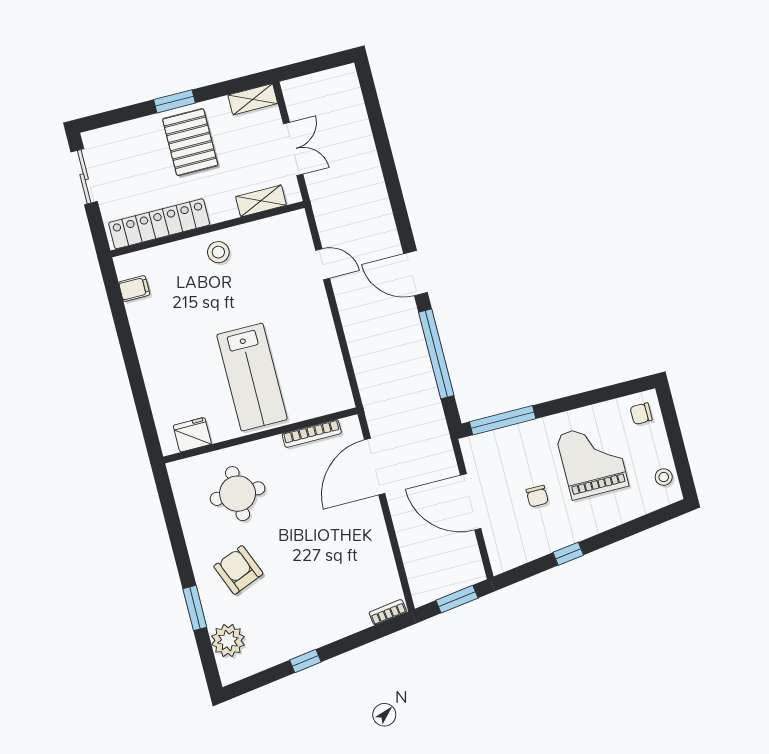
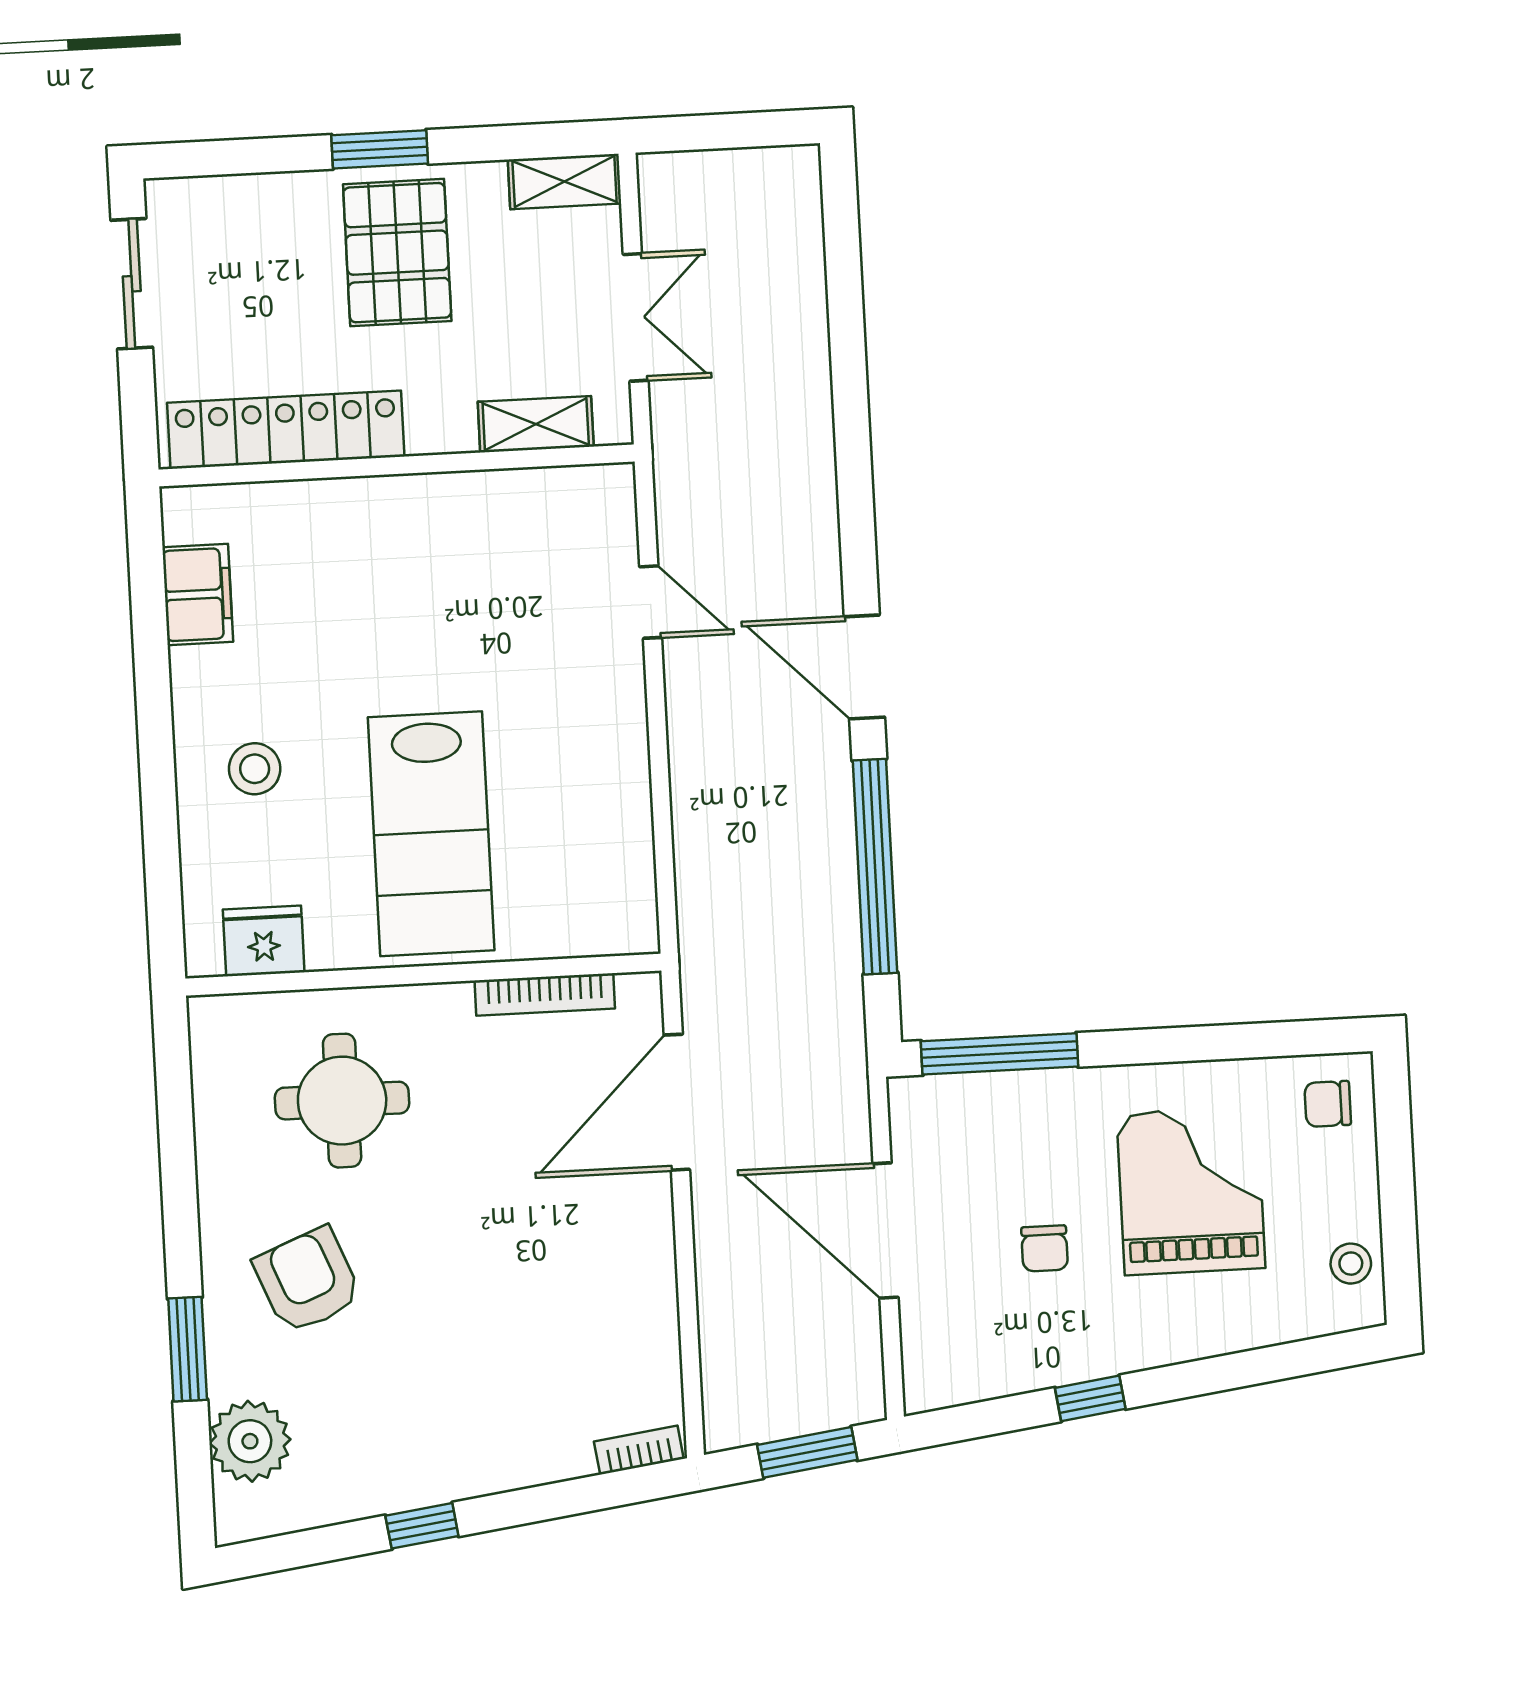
stool: (218, 252) -> (255, 769), moved
filing cabinet: (134, 289) -> (198, 595), width x2.00

